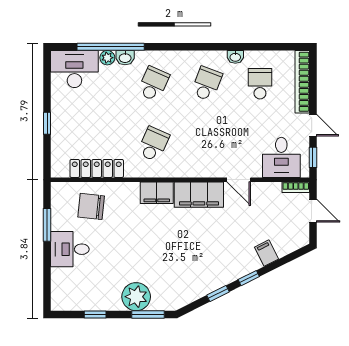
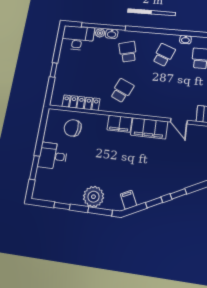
school desk: (153, 84) -> (128, 52), turned -39
window: (47, 225) -> (35, 168), moved
filing cabinet: (266, 253) -> (128, 200), moved

